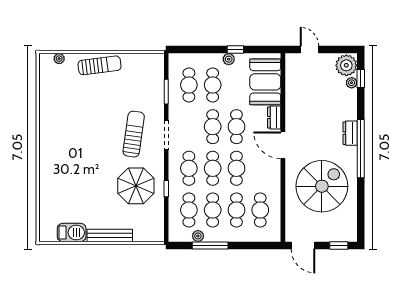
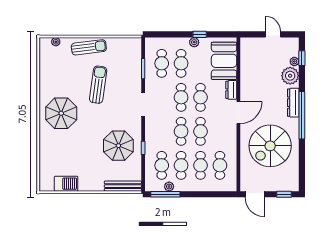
door: (309, 50) -> (273, 34), moved
plant: (346, 65) -> (290, 76), moved
dresser: (350, 133) -> (293, 103), width x1.44
sun lounger: (134, 134) -> (98, 85), moved
door: (283, 145) -> (238, 113), swing flipped
parasol: (66, 146) -> (61, 113), added
cafe table: (189, 168) -> (162, 131), removed
spiral stairs: (322, 186) -> (270, 146), turned 180
bench: (110, 235) -> (123, 186), moved
window: (210, 245) -> (165, 194), moved

